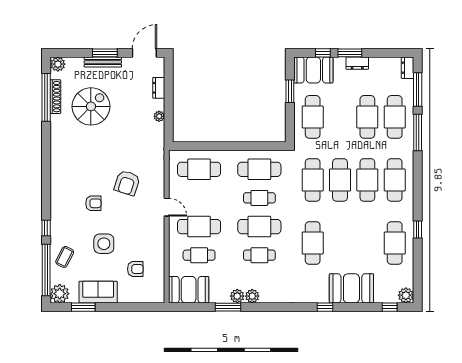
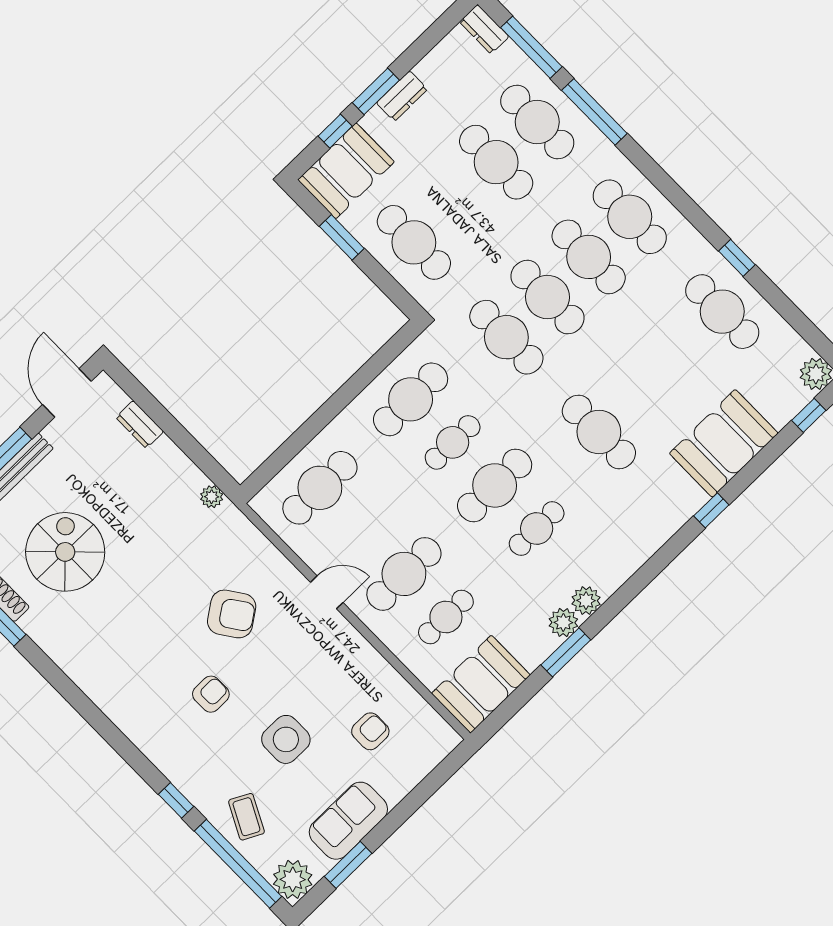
plant: (159, 116) -> (212, 497), moved
armchair: (127, 183) -> (232, 614), turned -53

